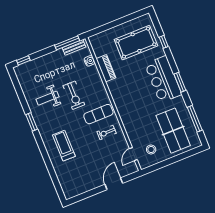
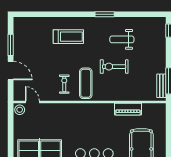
water cooler: (90, 61) -> (142, 96), removed
weight bench: (48, 98) -> (122, 39), turned -90
stool: (151, 149) -> (20, 110), moved
window: (91, 193) -> (11, 45), added

